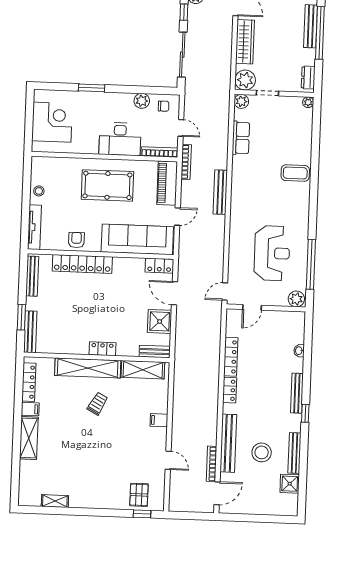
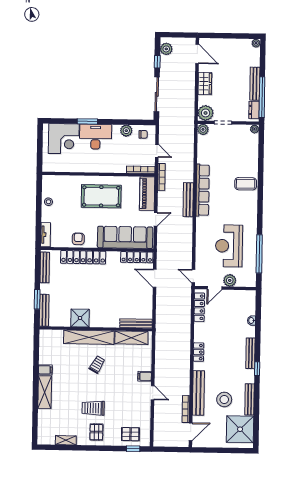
bench: (311, 26) -> (255, 84), moved
window: (320, 33) -> (262, 97), moved
wardrobe: (245, 42) -> (205, 83), width x0.67
corner desk: (52, 122) -> (64, 139), moved, turned 90
row of seats: (241, 138) -> (203, 190), moved, width x2.02
desk: (120, 139) -> (95, 137), moved, turned 180
tv unit: (34, 227) -> (46, 235), width x0.71
reception desk: (272, 253) -> (229, 246), turned 180
locker: (159, 266) -> (137, 257), width x1.53
door: (225, 291) -> (193, 276), hinge flipped
plant: (296, 299) -> (230, 280), moved
shower: (160, 321) -> (80, 318), moved
locker: (102, 349) -> (100, 322), removed
bench: (155, 352) -> (136, 323), width x1.36
locker: (231, 357) -> (199, 307), moved
locker: (29, 382) -> (44, 349), removed
trolley: (91, 460) -> (93, 408), added
door: (168, 460) -> (153, 393), moved
shower: (290, 484) -> (240, 429), width x1.86, depth x1.86
pallet: (95, 491) -> (96, 432), added
pallet: (139, 495) -> (130, 434), turned 90

